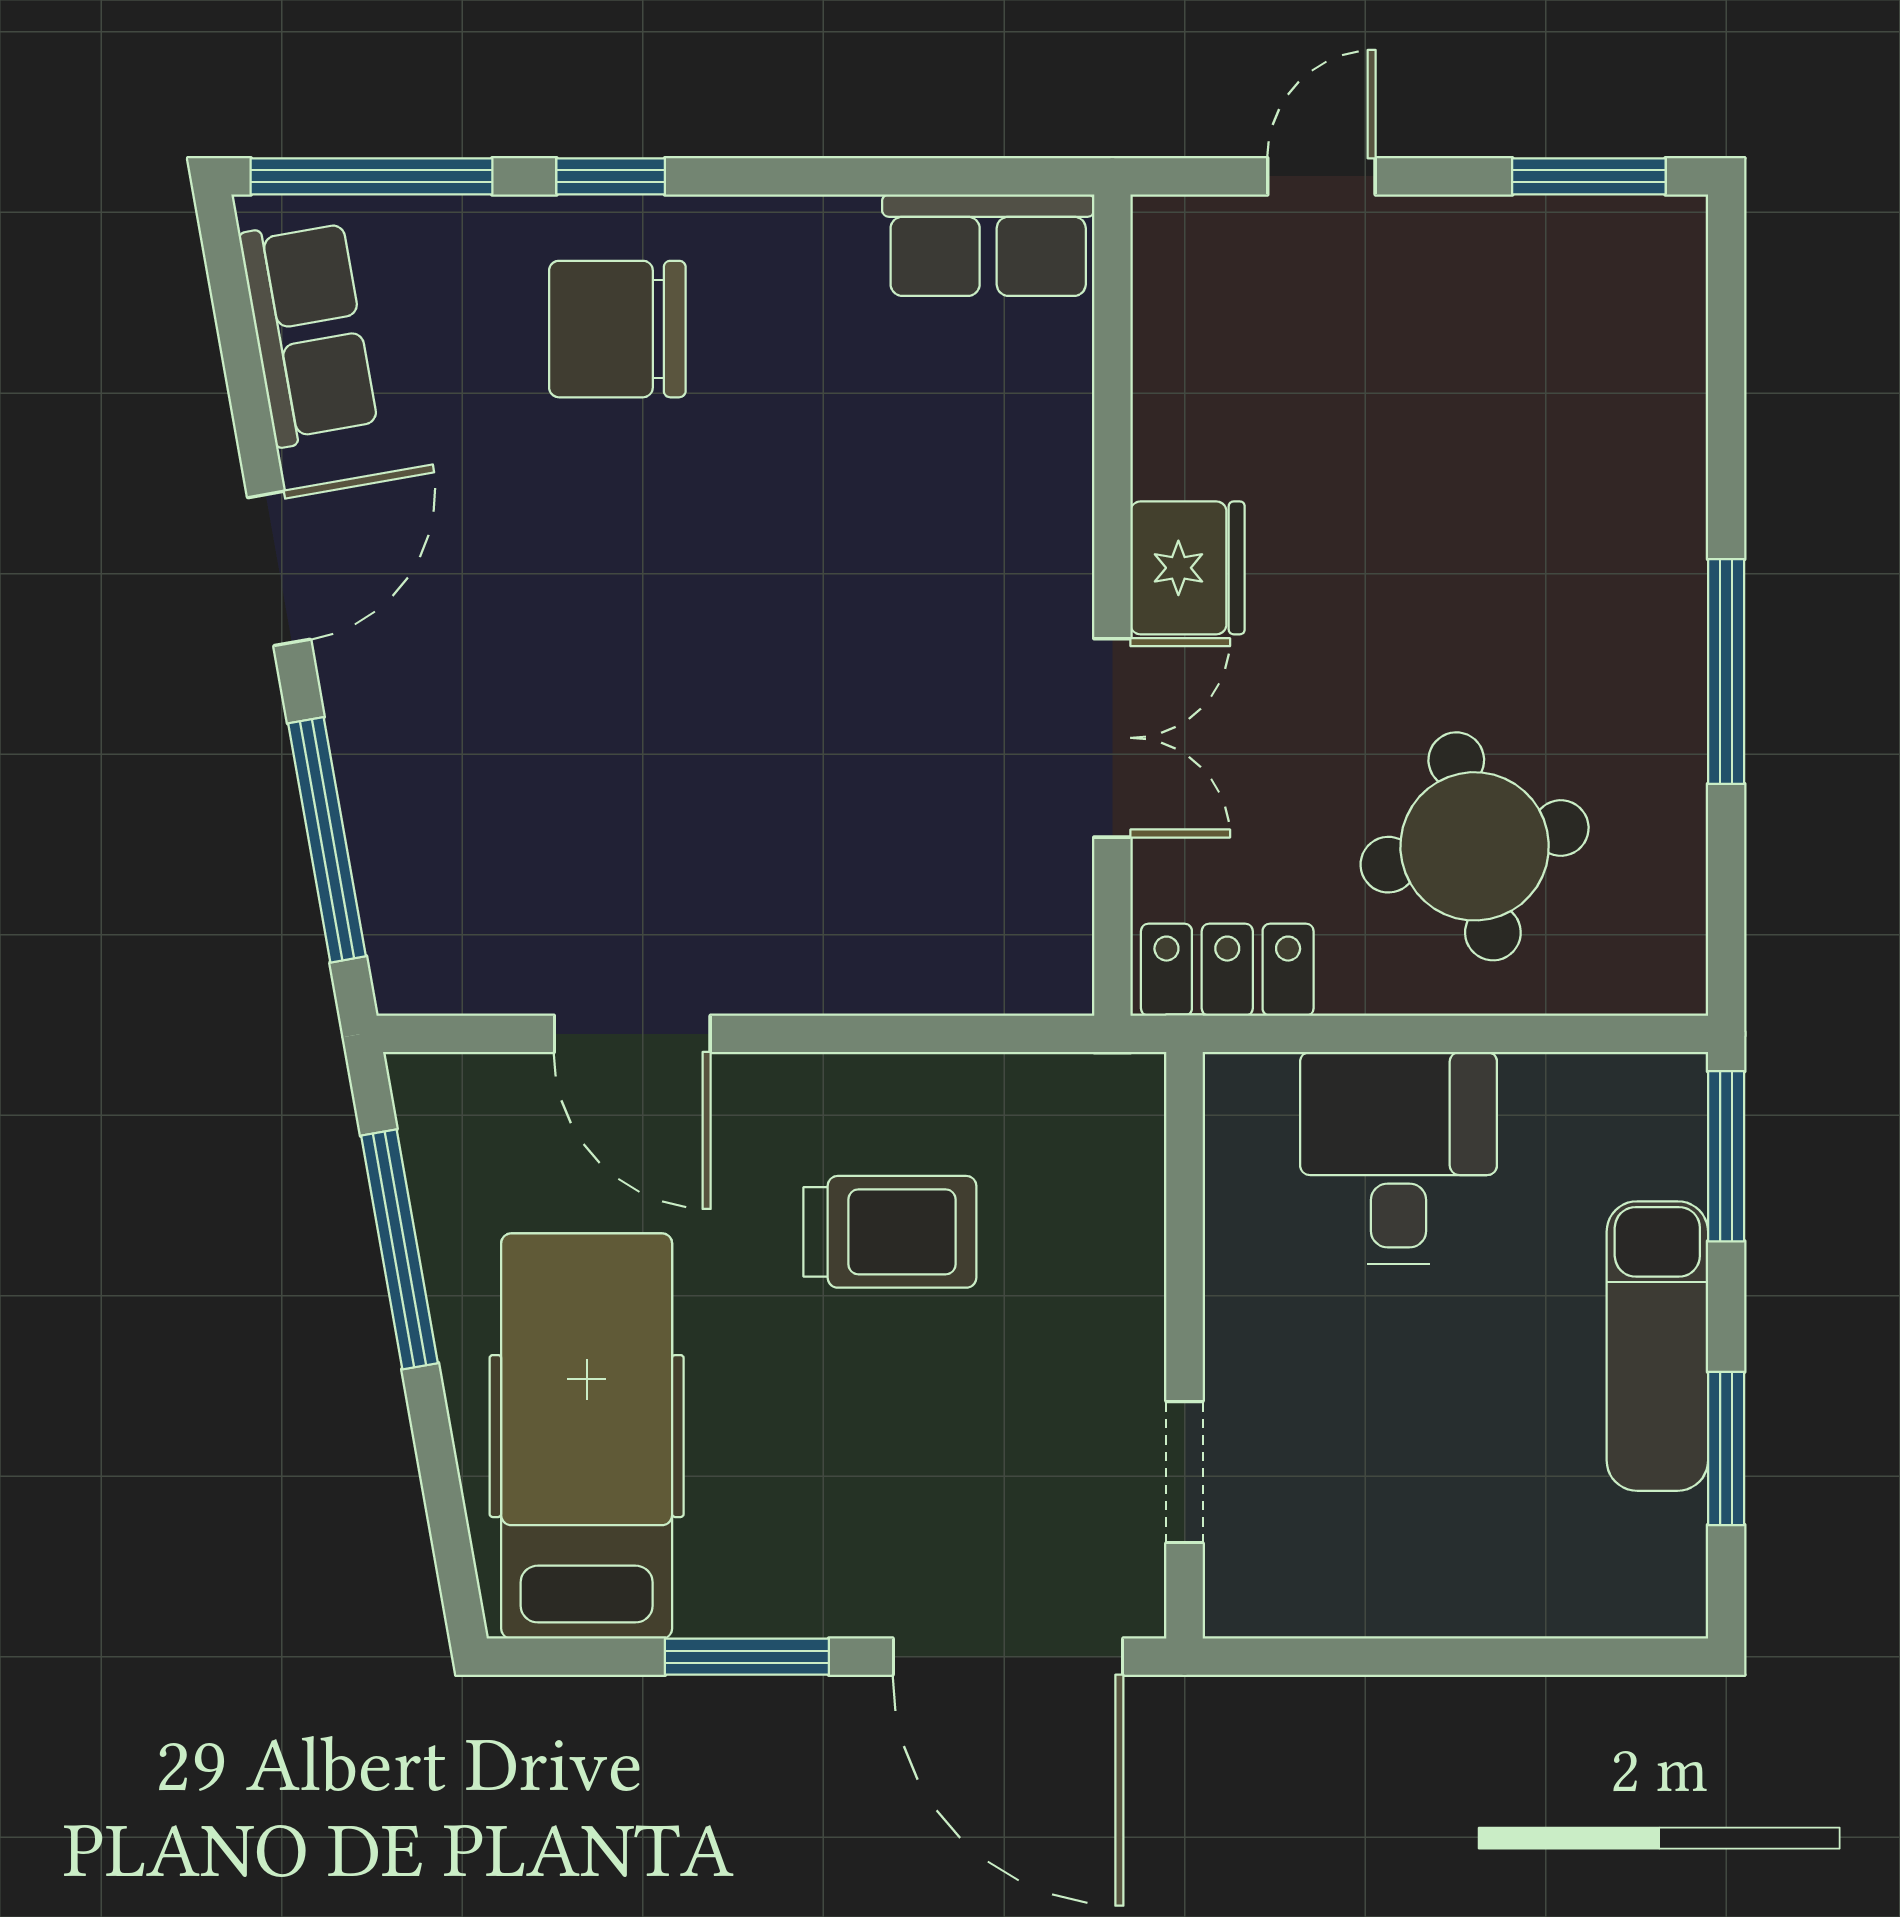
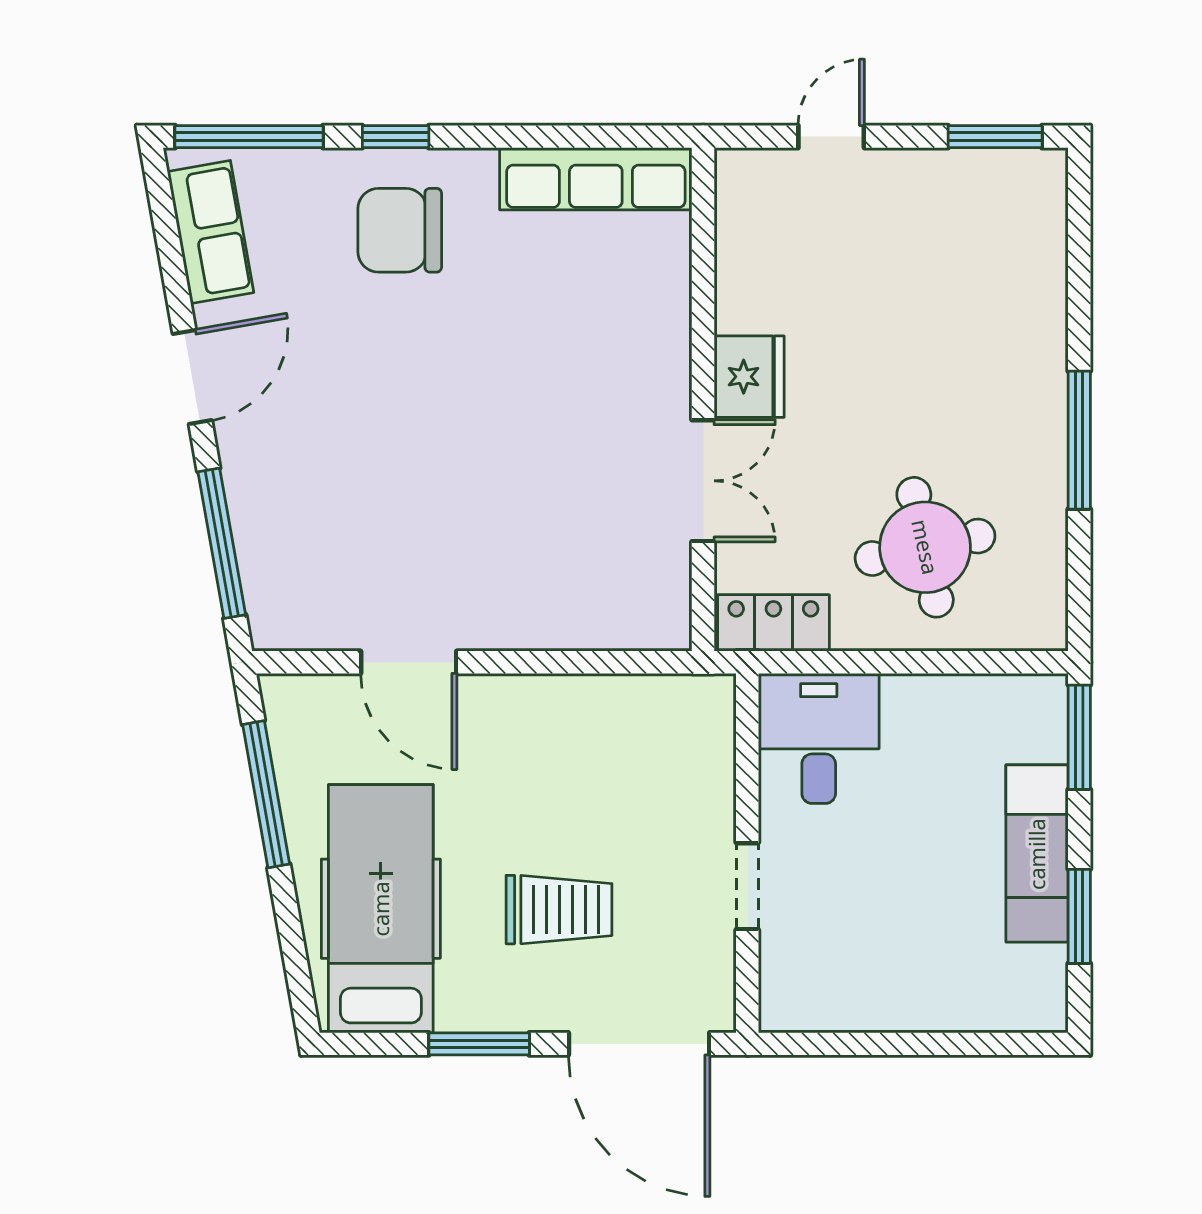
row of seats: (988, 245) -> (596, 179), width x1.48
desk: (1399, 1158) -> (819, 738), moved
trolley: (890, 1232) -> (559, 910), moved
doorway: (1185, 1472) -> (747, 886), moved

